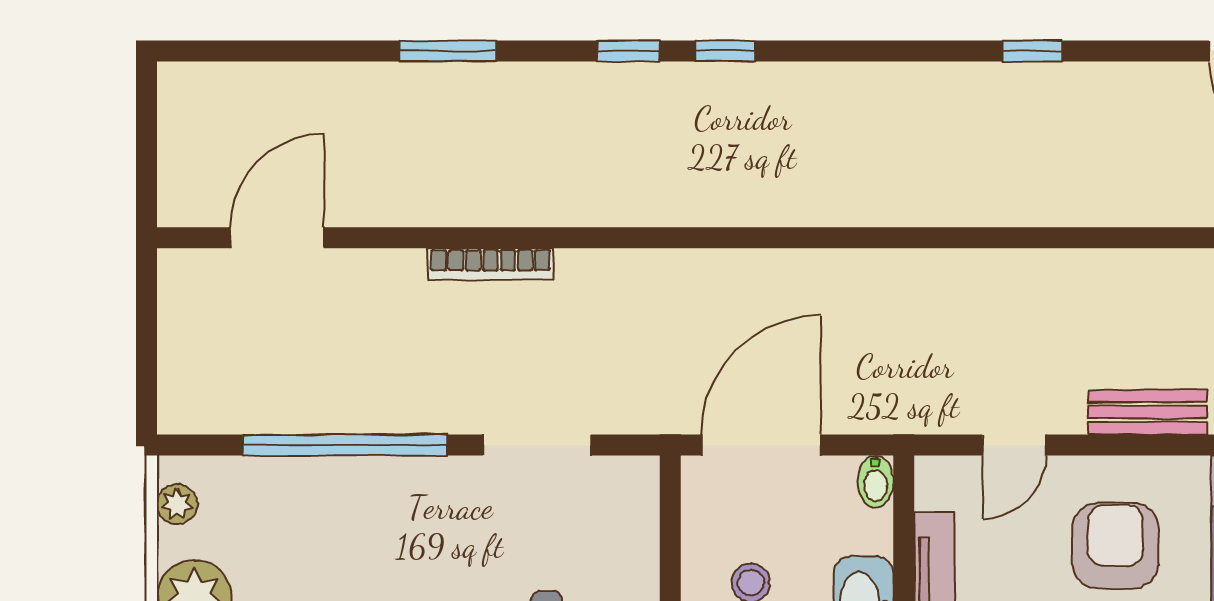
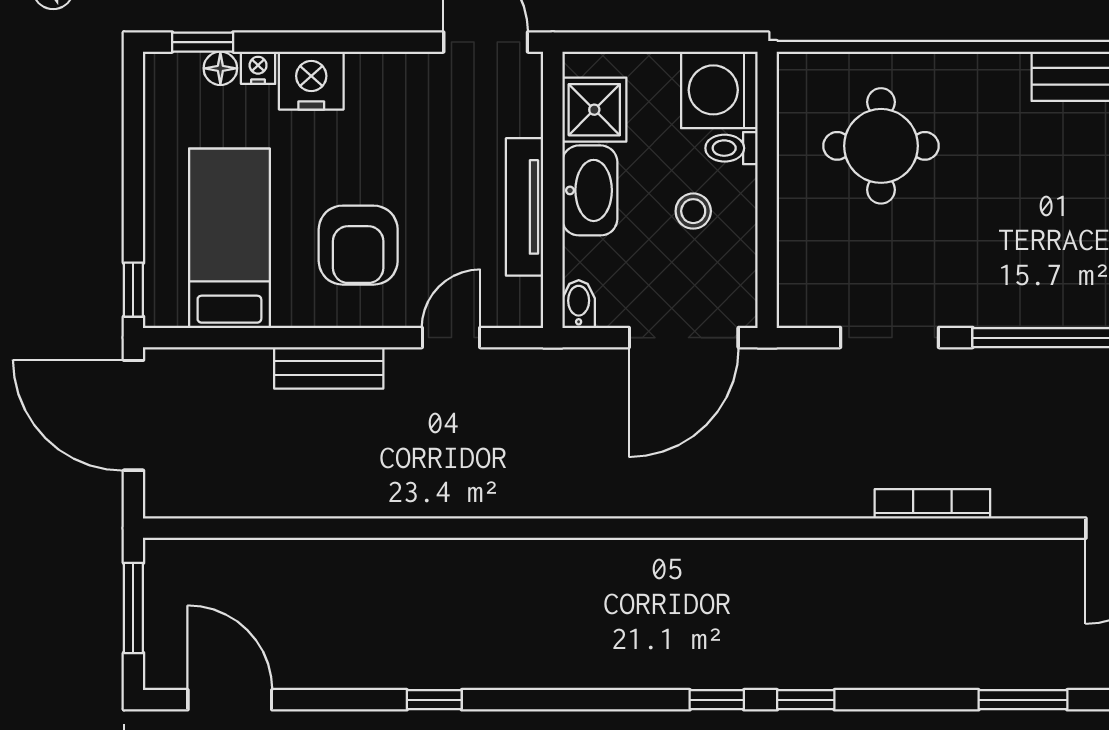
window: (448, 51) -> (1023, 700), moved

